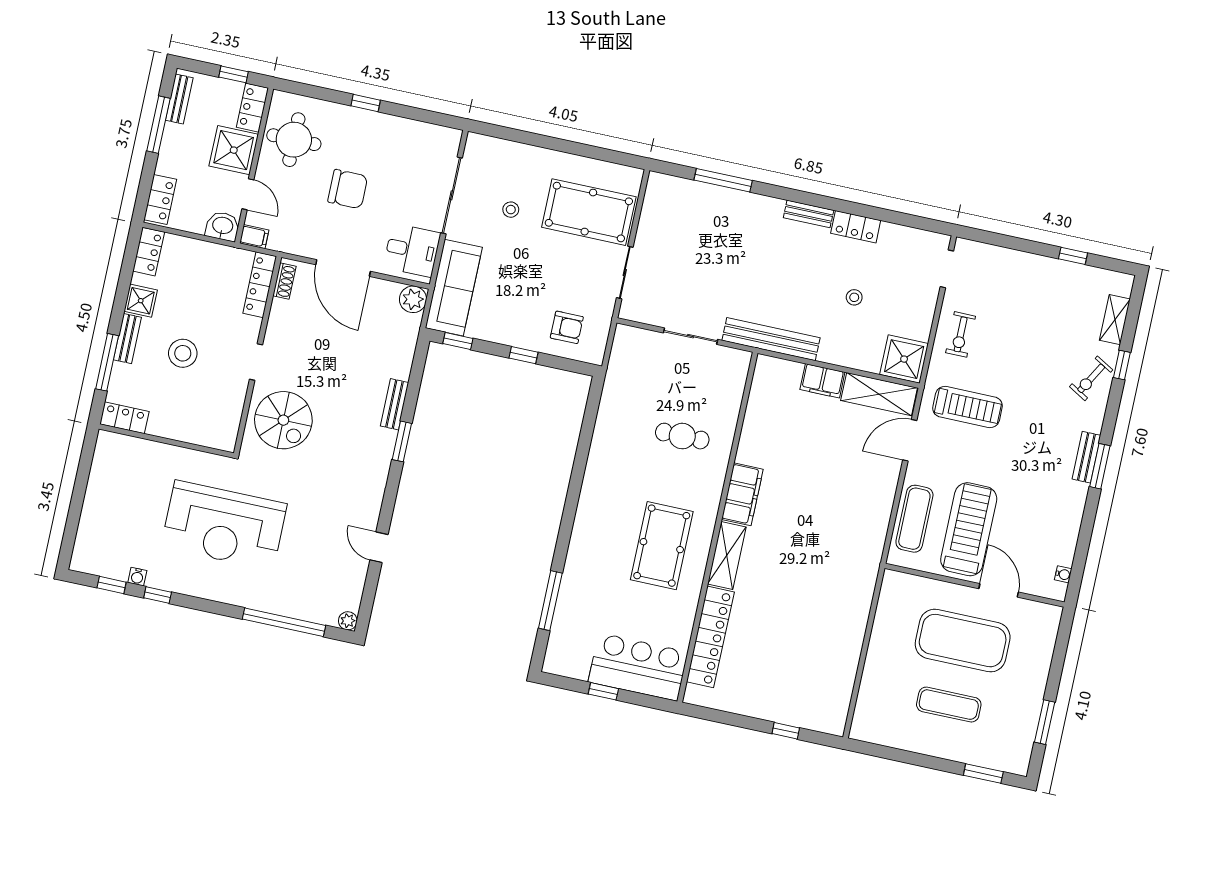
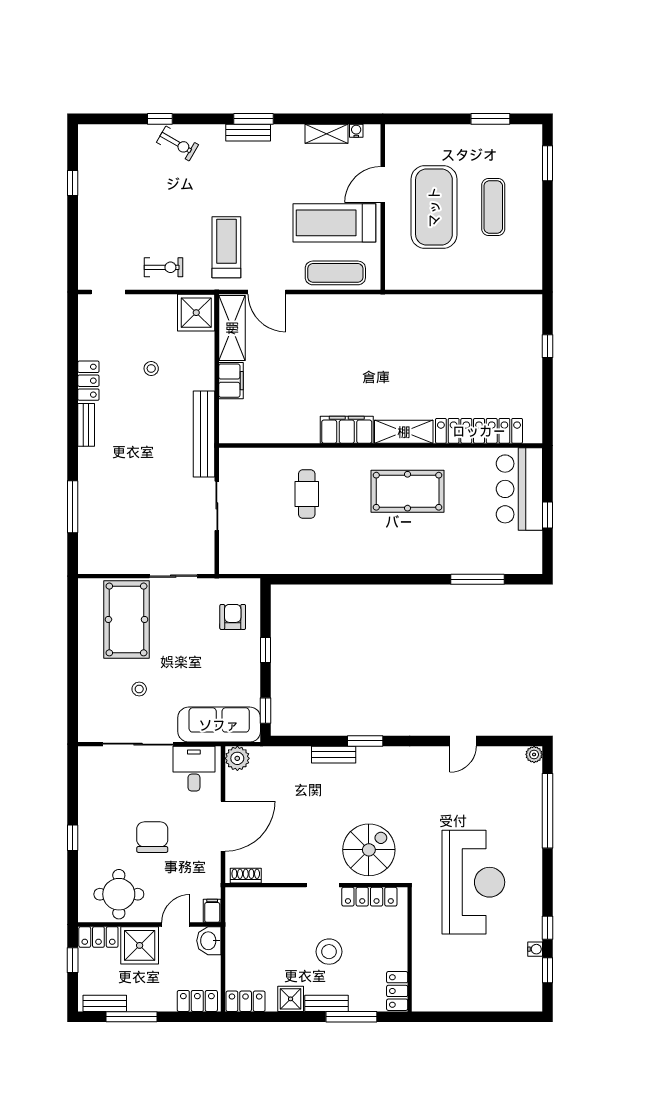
locker: (260, 285) -> (369, 897), moved
shelving: (1115, 320) -> (326, 134), moved

